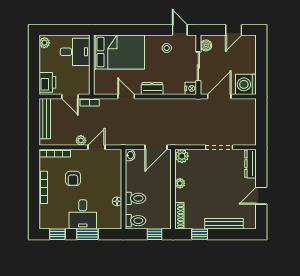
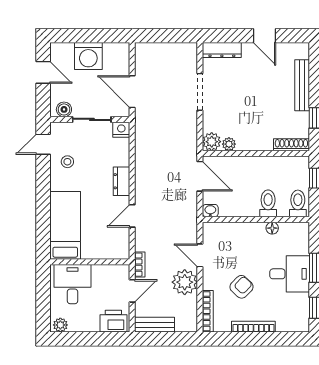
bed: (119, 52) -> (65, 225), width x0.67
washing machine: (246, 84) -> (88, 56), moved
bench: (45, 119) -> (155, 325), width x0.73
plant: (81, 140) -> (185, 282), width x1.88, depth x1.88
armchair: (73, 178) -> (241, 287), turned -46
plant: (180, 183) -> (229, 144), moved

